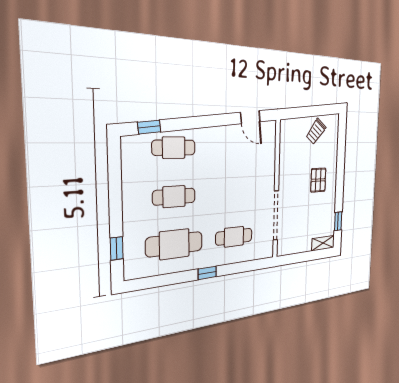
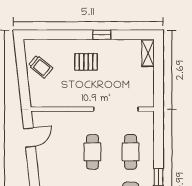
cafe table: (234, 193) -> (92, 152), added
window: (338, 221) -> (102, 35), moved

